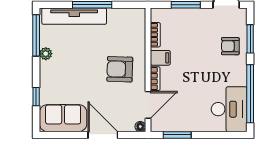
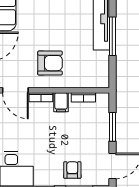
armchair: (120, 69) -> (50, 63), turned 88

